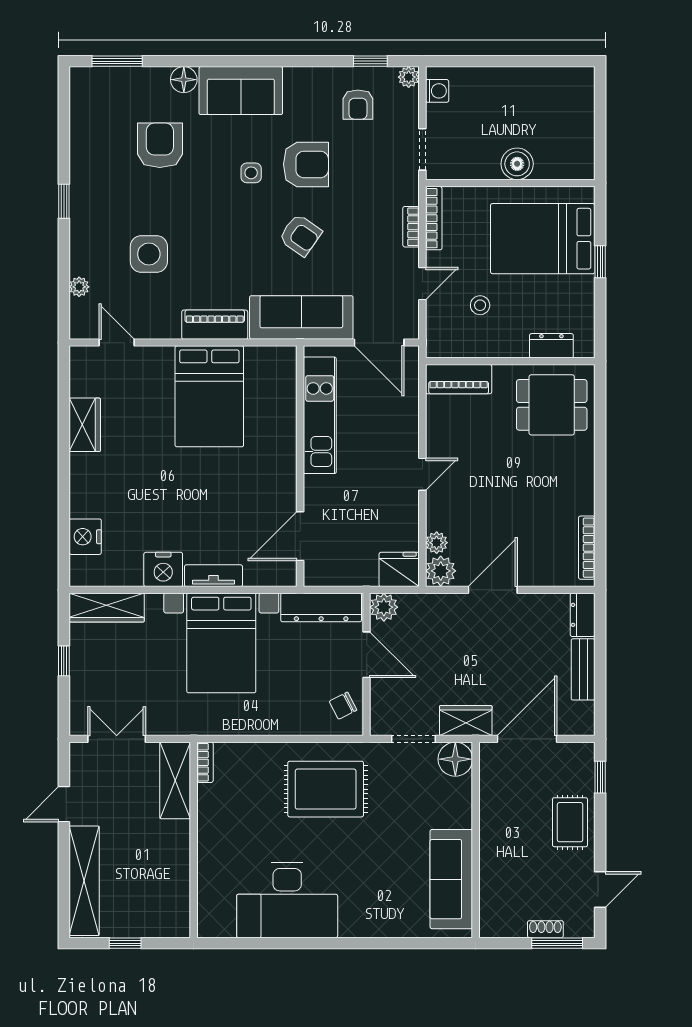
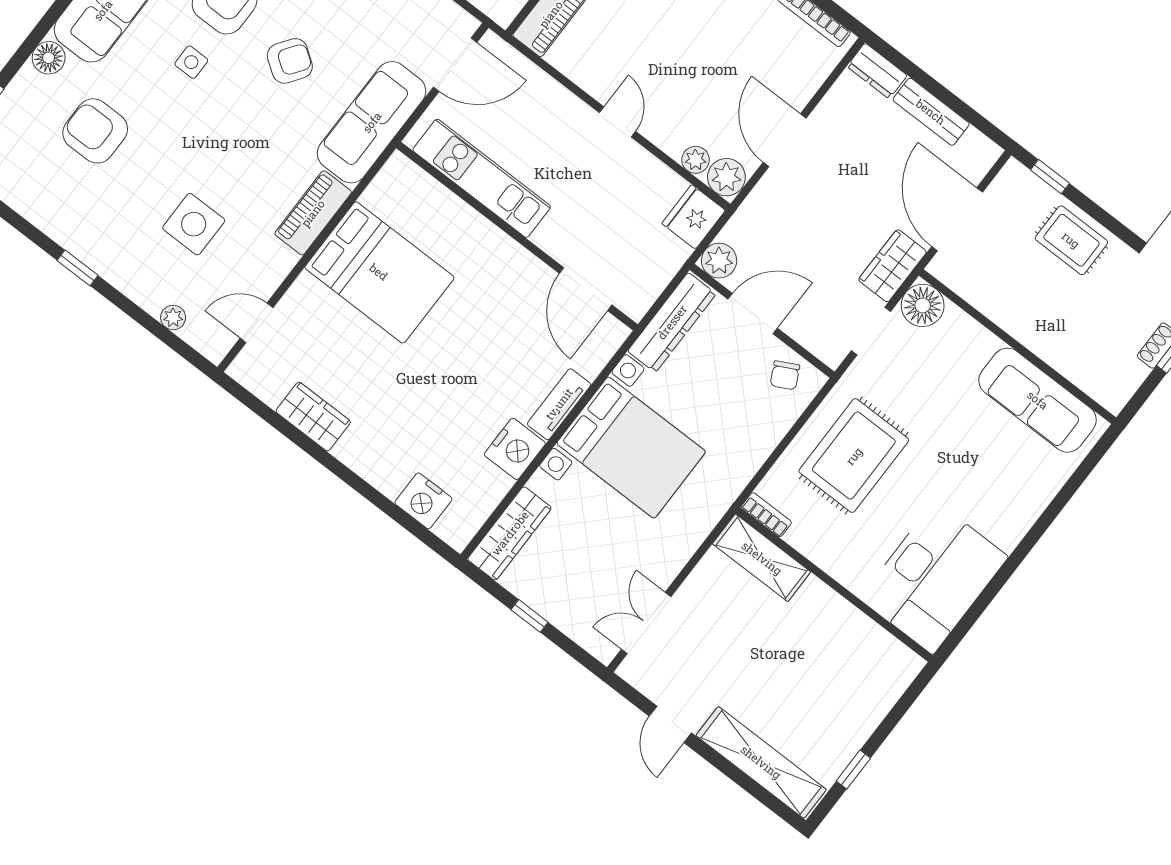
bookcase: (205, 762) -> (766, 515), moved
shelving: (175, 780) -> (762, 558), moved
wall: (194, 840) -> (834, 585), moved

